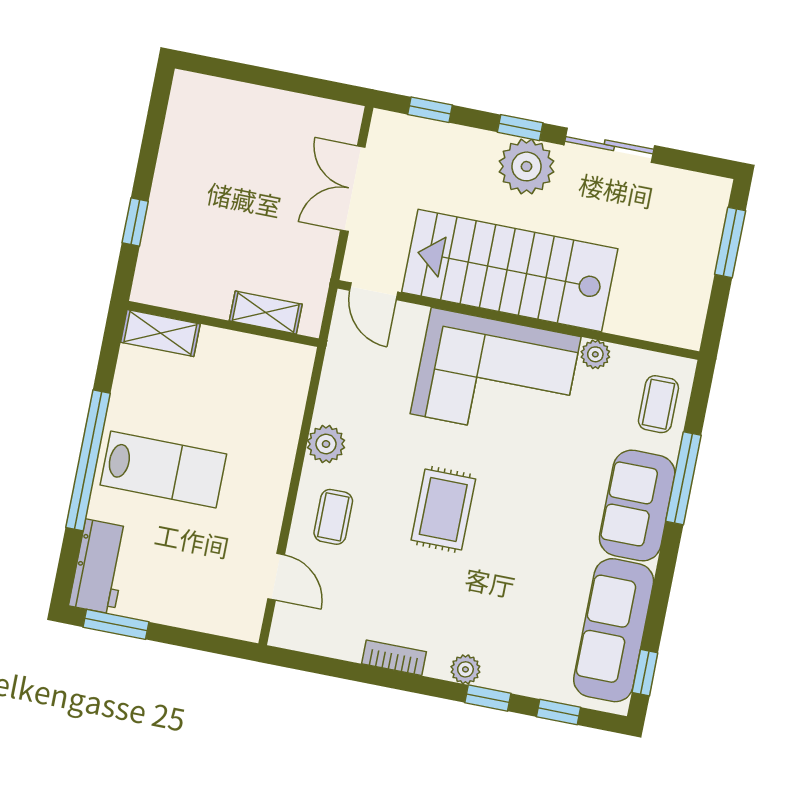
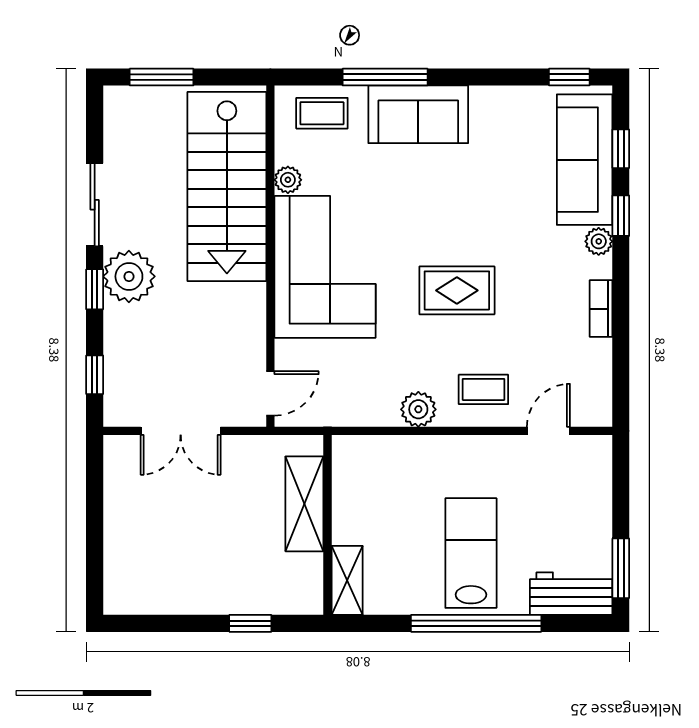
stairs: (510, 271) -> (227, 186), moved
shelving: (266, 312) -> (304, 504), width x1.50, depth x1.33
sofa: (614, 630) -> (585, 160), moved, turned 90

